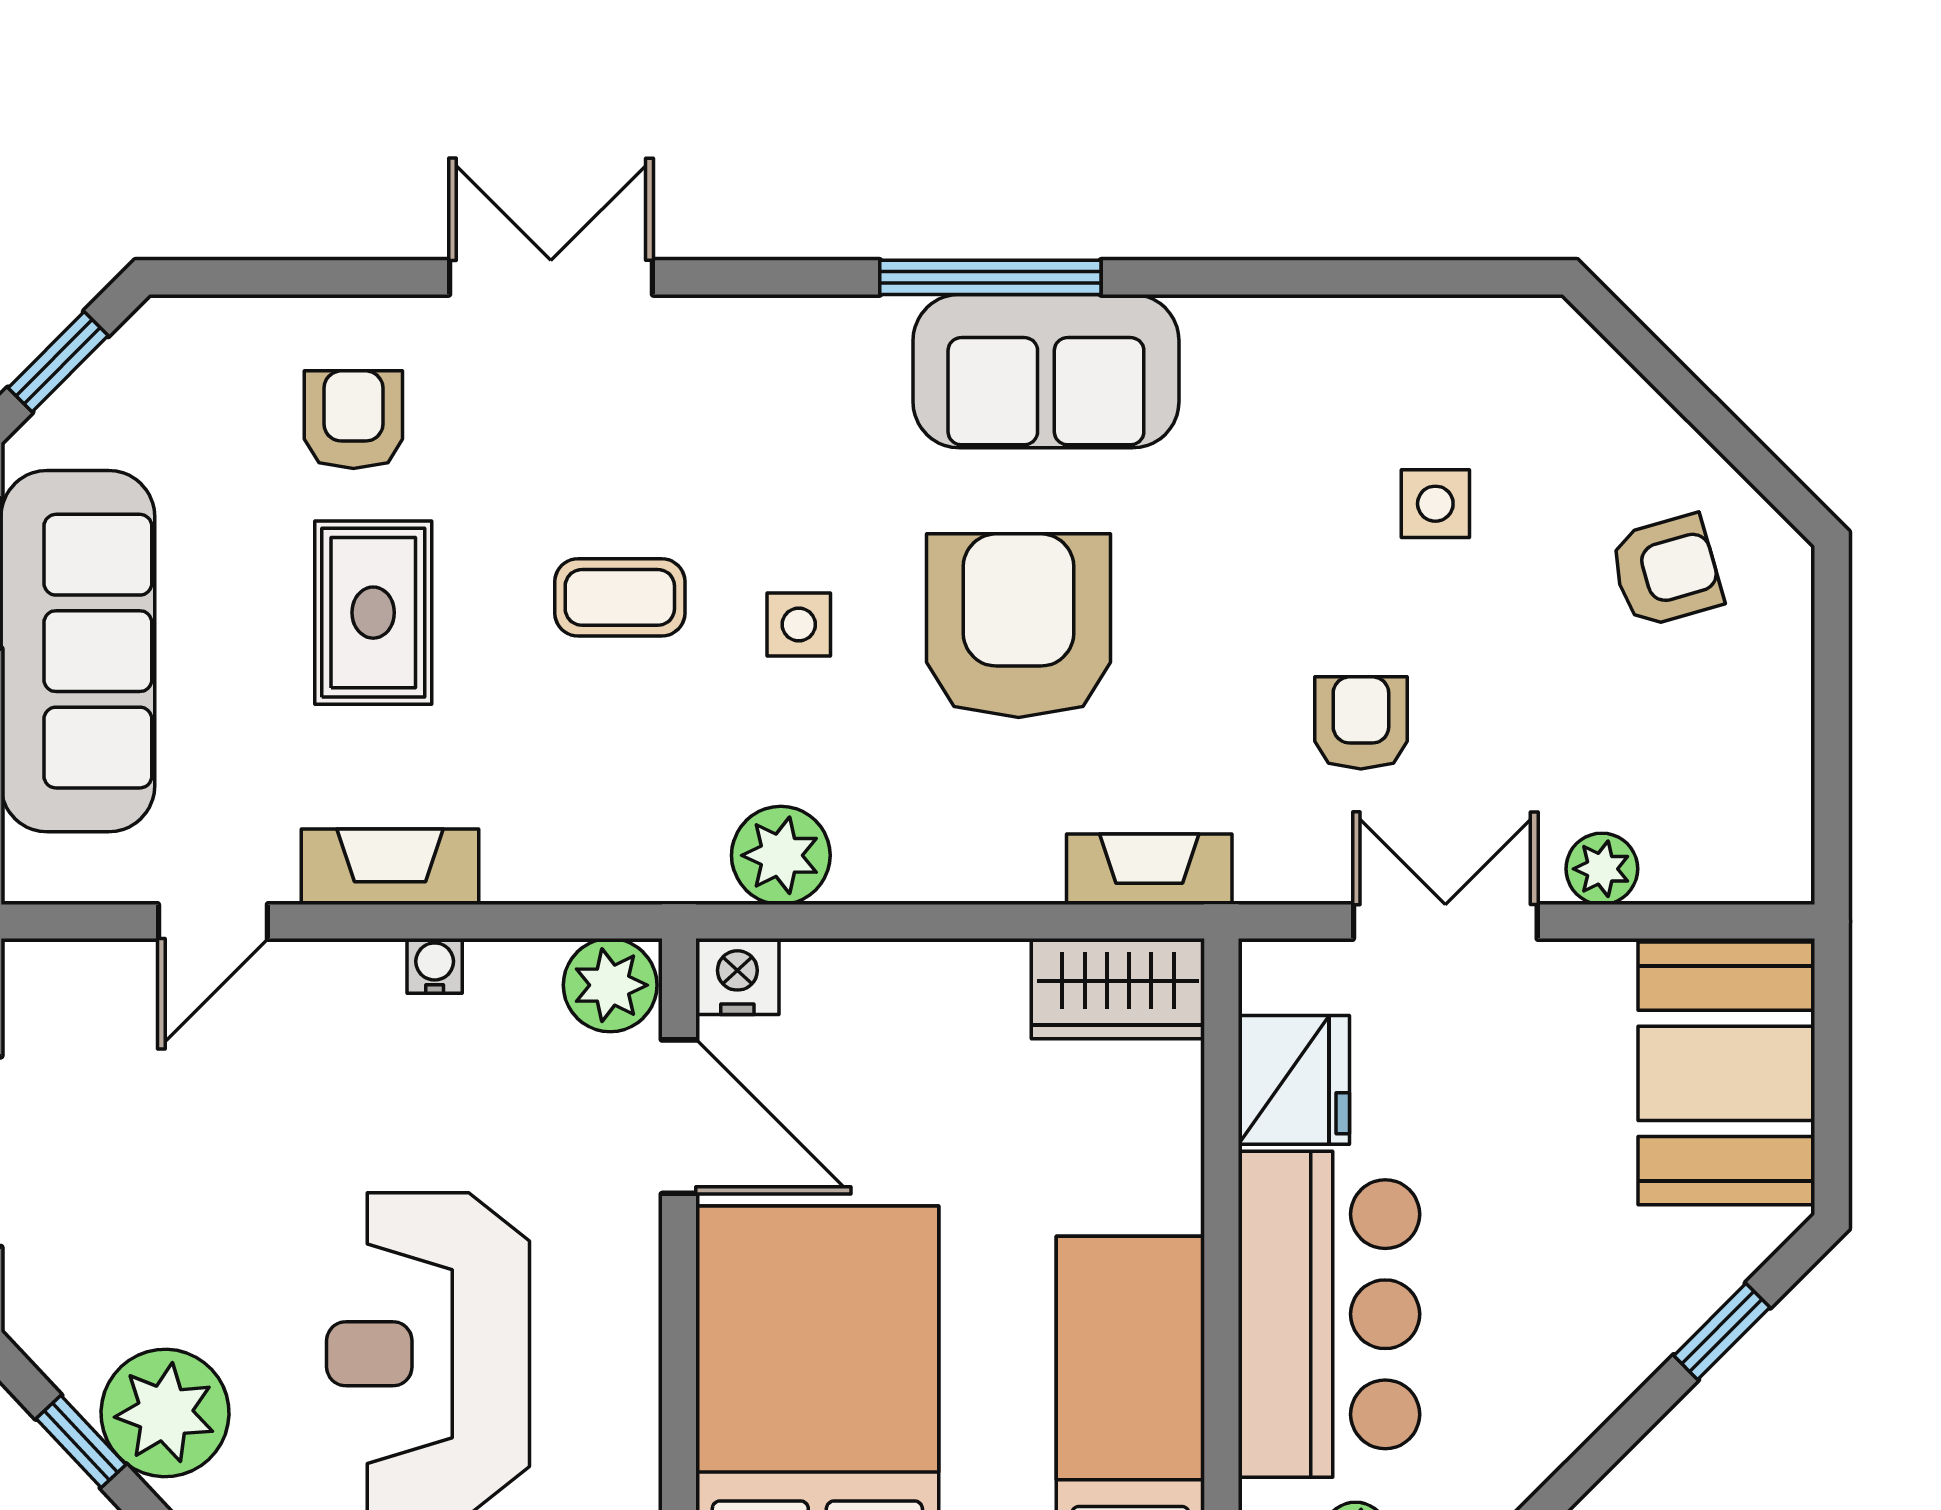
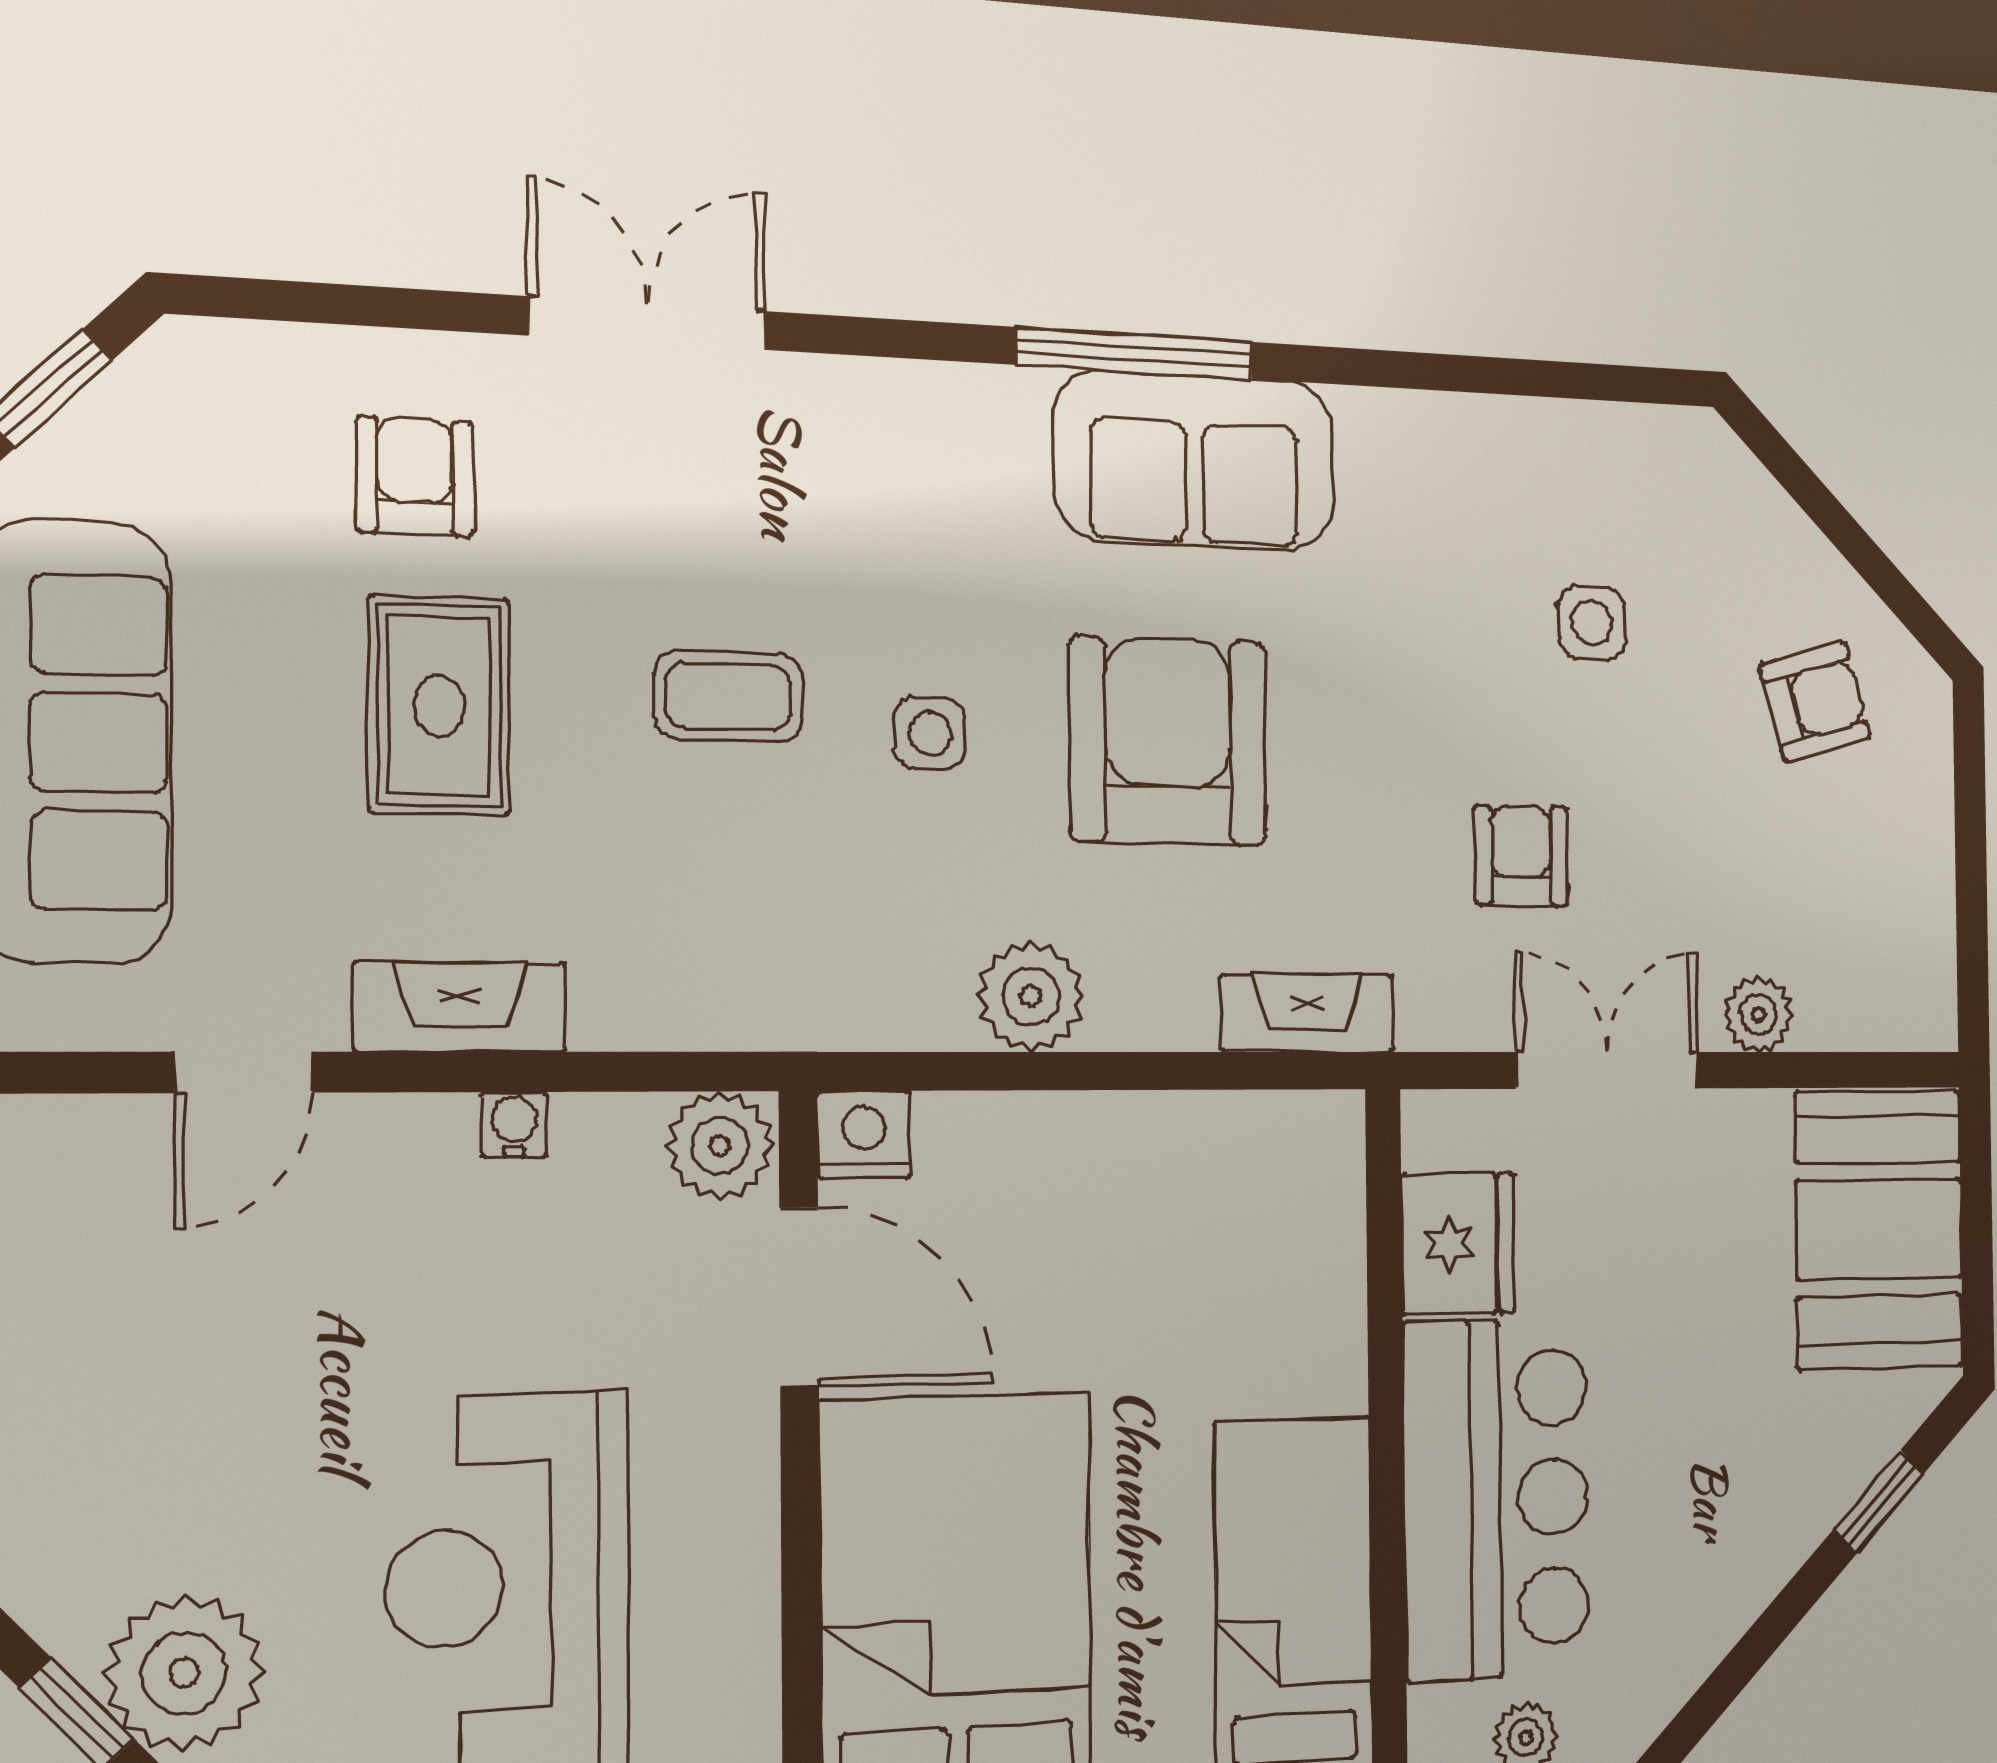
plant: (781, 855) -> (1031, 996), moved
wardrobe: (1118, 989) -> (1276, 1145), removed

